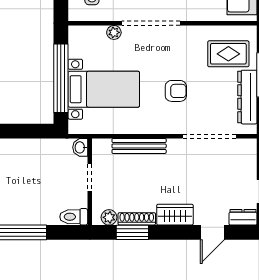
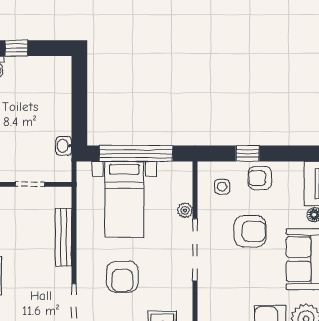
armchair: (176, 91) -> (122, 277), width x1.38, depth x1.38
washbasin: (80, 147) -> (64, 146), moved, turned -90

